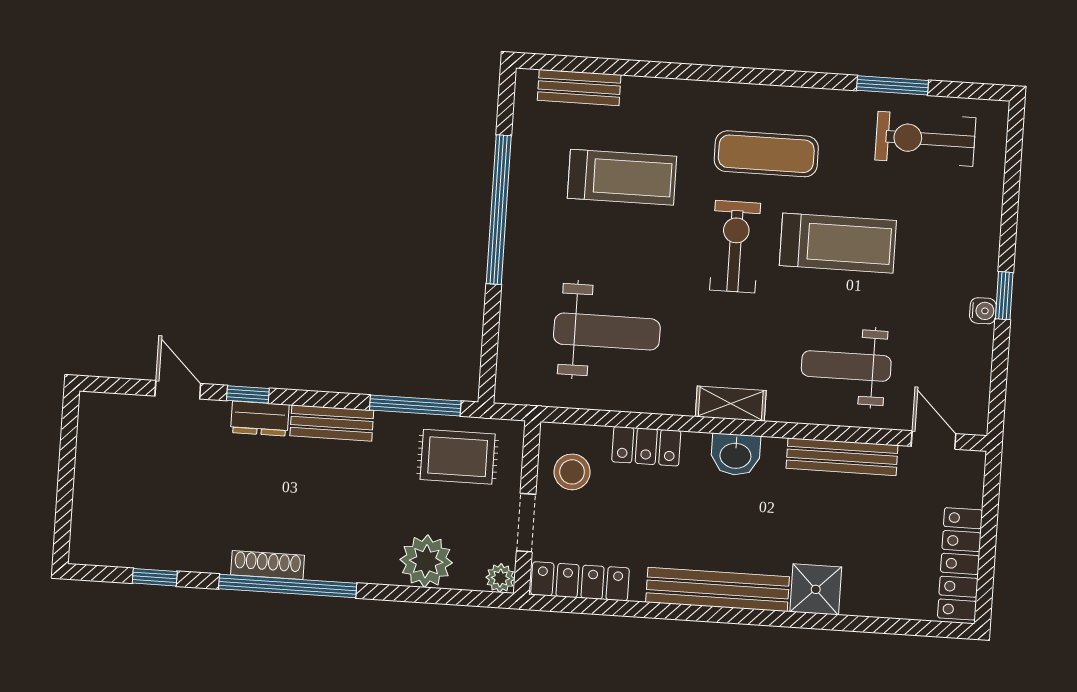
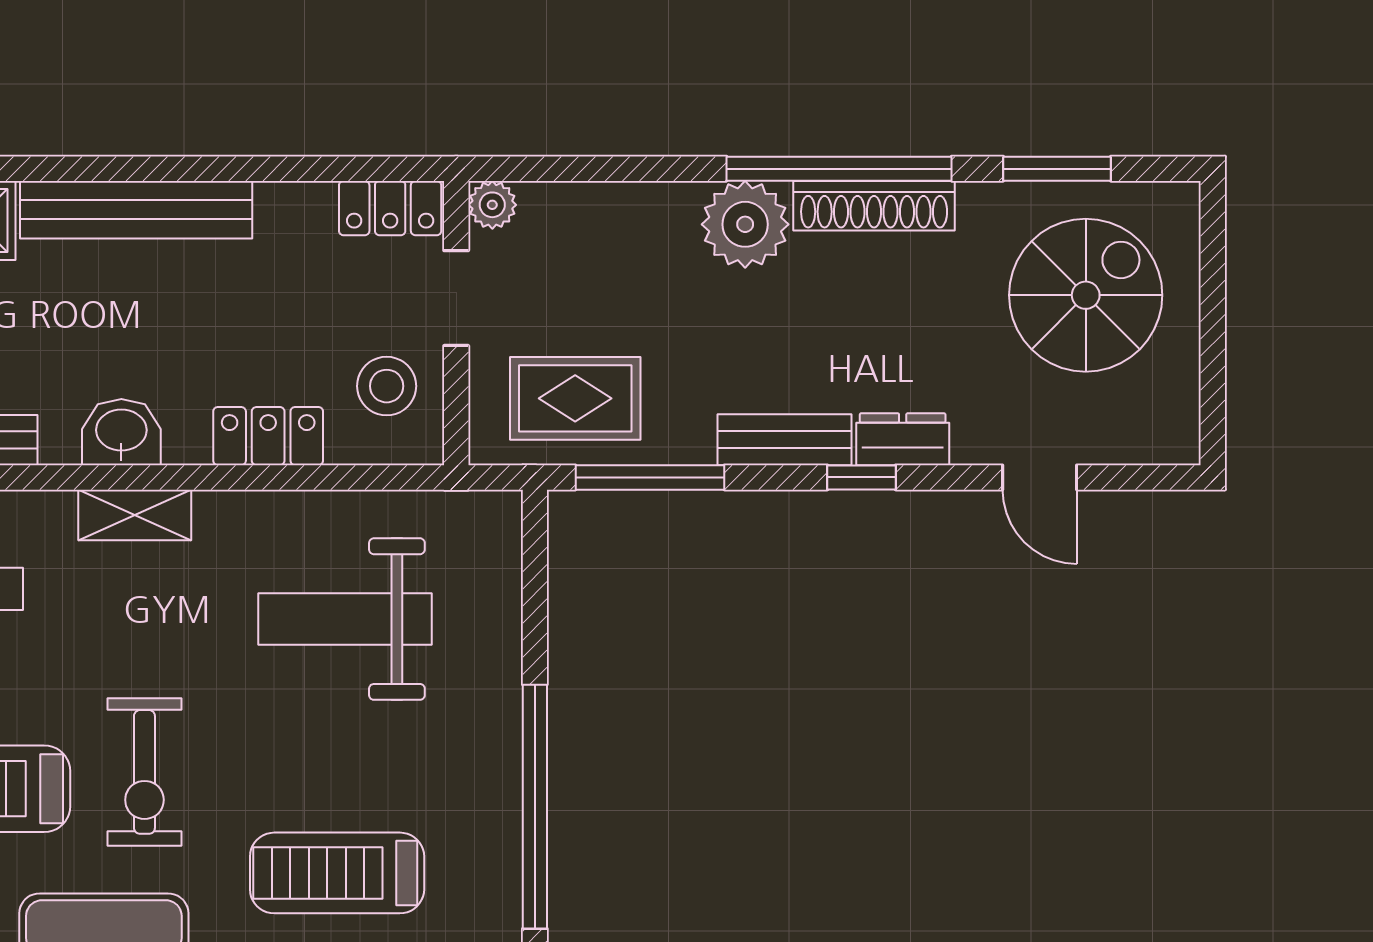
window: (248, 394) -> (861, 477), moved
spiral stairs: (142, 499) -> (1086, 295), added
plant: (426, 561) -> (745, 224), moved
shoe rack: (268, 565) -> (874, 206), width x1.36, depth x1.24
window: (155, 577) -> (1057, 169), width x1.50
locker: (580, 581) -> (390, 208), width x0.66

